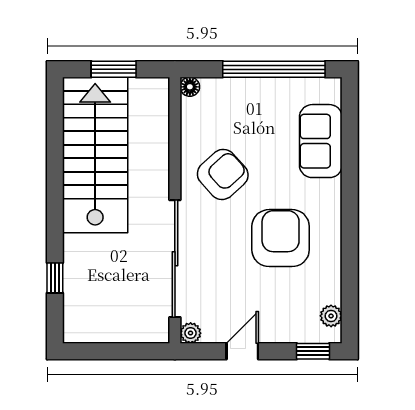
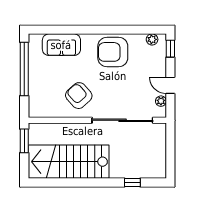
window: (114, 69) -> (24, 141), moved
floor lamp: (190, 87) -> (33, 113), removed
armchair: (281, 238) -> (113, 52), moved
plant: (191, 333) -> (161, 101), moved

